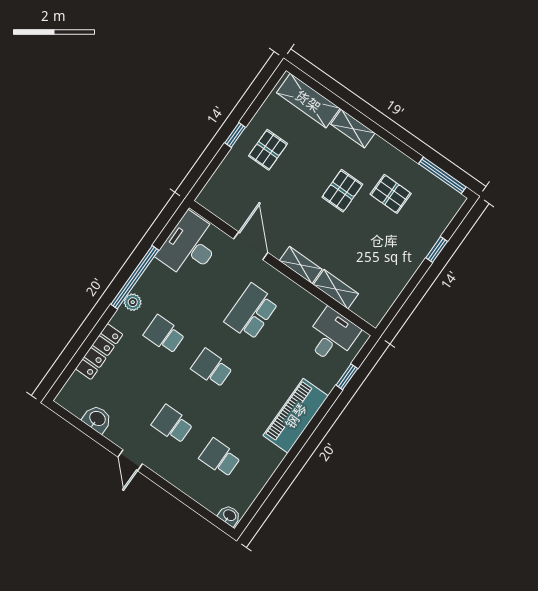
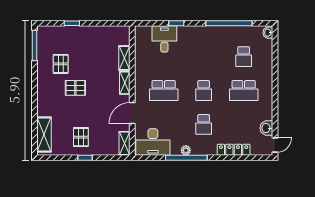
shelving: (353, 129) -> (125, 143), moved
pallet: (268, 150) -> (81, 137), turned 90
plant: (133, 302) -> (186, 150), moved
desk: (332, 336) -> (164, 39), moved, turned 90
window: (347, 377) -> (176, 23), moved
piano: (296, 416) -> (198, 35), removed
school desk: (172, 424) -> (244, 90), width x1.85
door: (130, 460) -> (275, 145), moved
window: (281, 470) -> (229, 23), added

